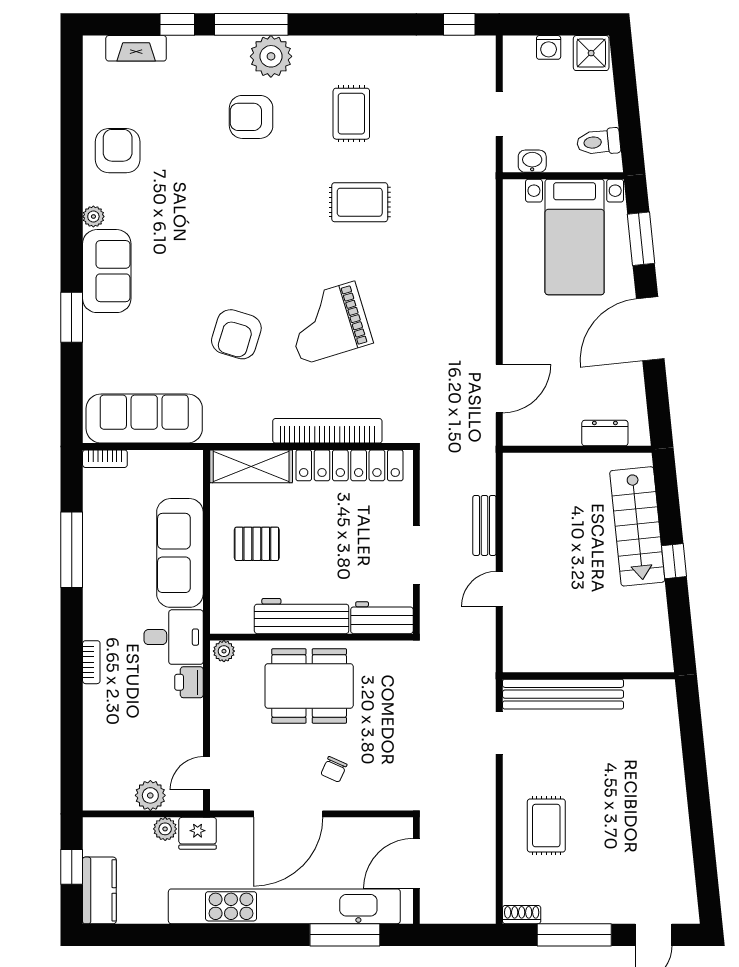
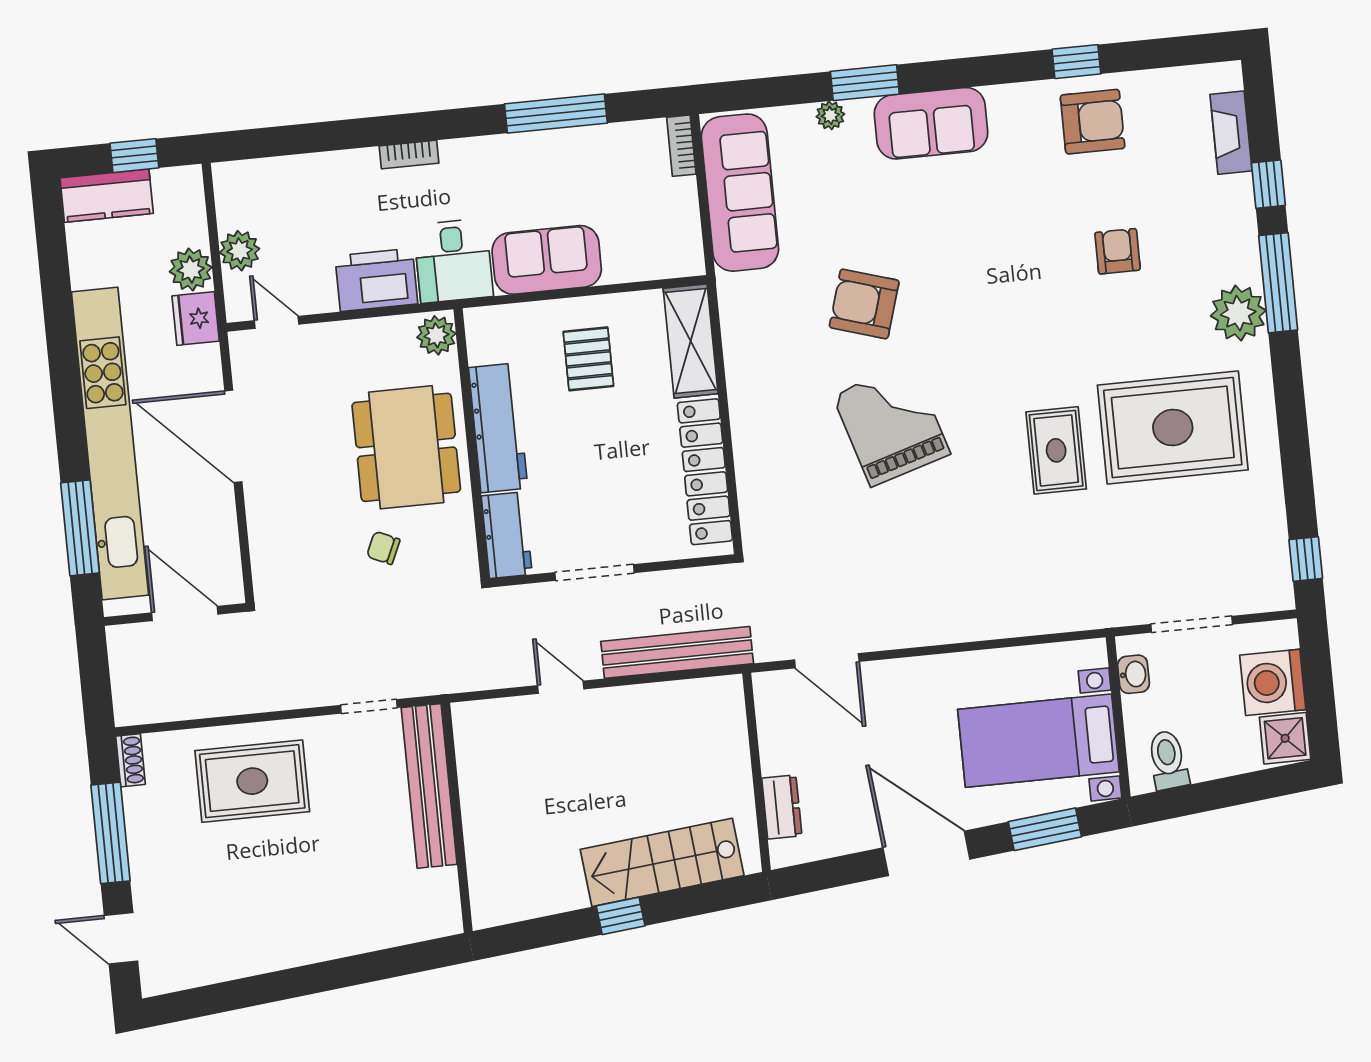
washing machine: (549, 47) -> (1273, 682), width x1.89, depth x1.89
rug: (351, 114) -> (1173, 428), width x1.86, depth x2.06
doorway: (499, 114) -> (1192, 624), width x1.38
armchair: (251, 117) -> (1118, 251), moved, width x0.72, depth x0.72
window: (72, 158) -> (1076, 62), added
plant: (93, 217) -> (830, 115), moved
bookcase: (327, 431) -> (748, 438), removed
bench: (484, 525) -> (677, 652), width x1.86, depth x1.21
sofa: (180, 553) -> (547, 260), width x0.73
plant: (224, 651) -> (436, 335), width x1.38, depth x1.38
printer: (189, 682) -> (376, 280), width x1.87, depth x1.48
chair: (334, 769) -> (383, 548), moved
rug: (546, 826) -> (252, 781), width x1.36, depth x1.43
plant: (165, 829) -> (191, 270), width x1.38, depth x1.38

